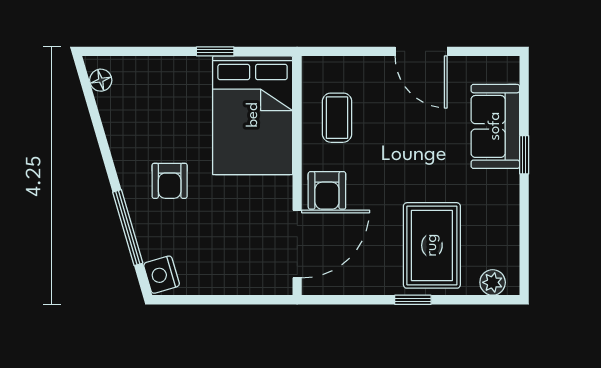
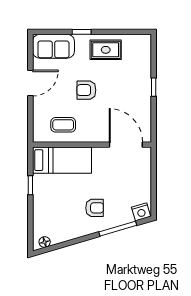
bed: (253, 115) -> (62, 160), width x0.67
sofa: (495, 126) -> (53, 46), moved
armchair: (327, 190) -> (86, 90), moved, turned 180
rug: (432, 245) -> (106, 50), moved, width x0.73, depth x0.70
plant: (493, 282) -> (145, 48), removed

